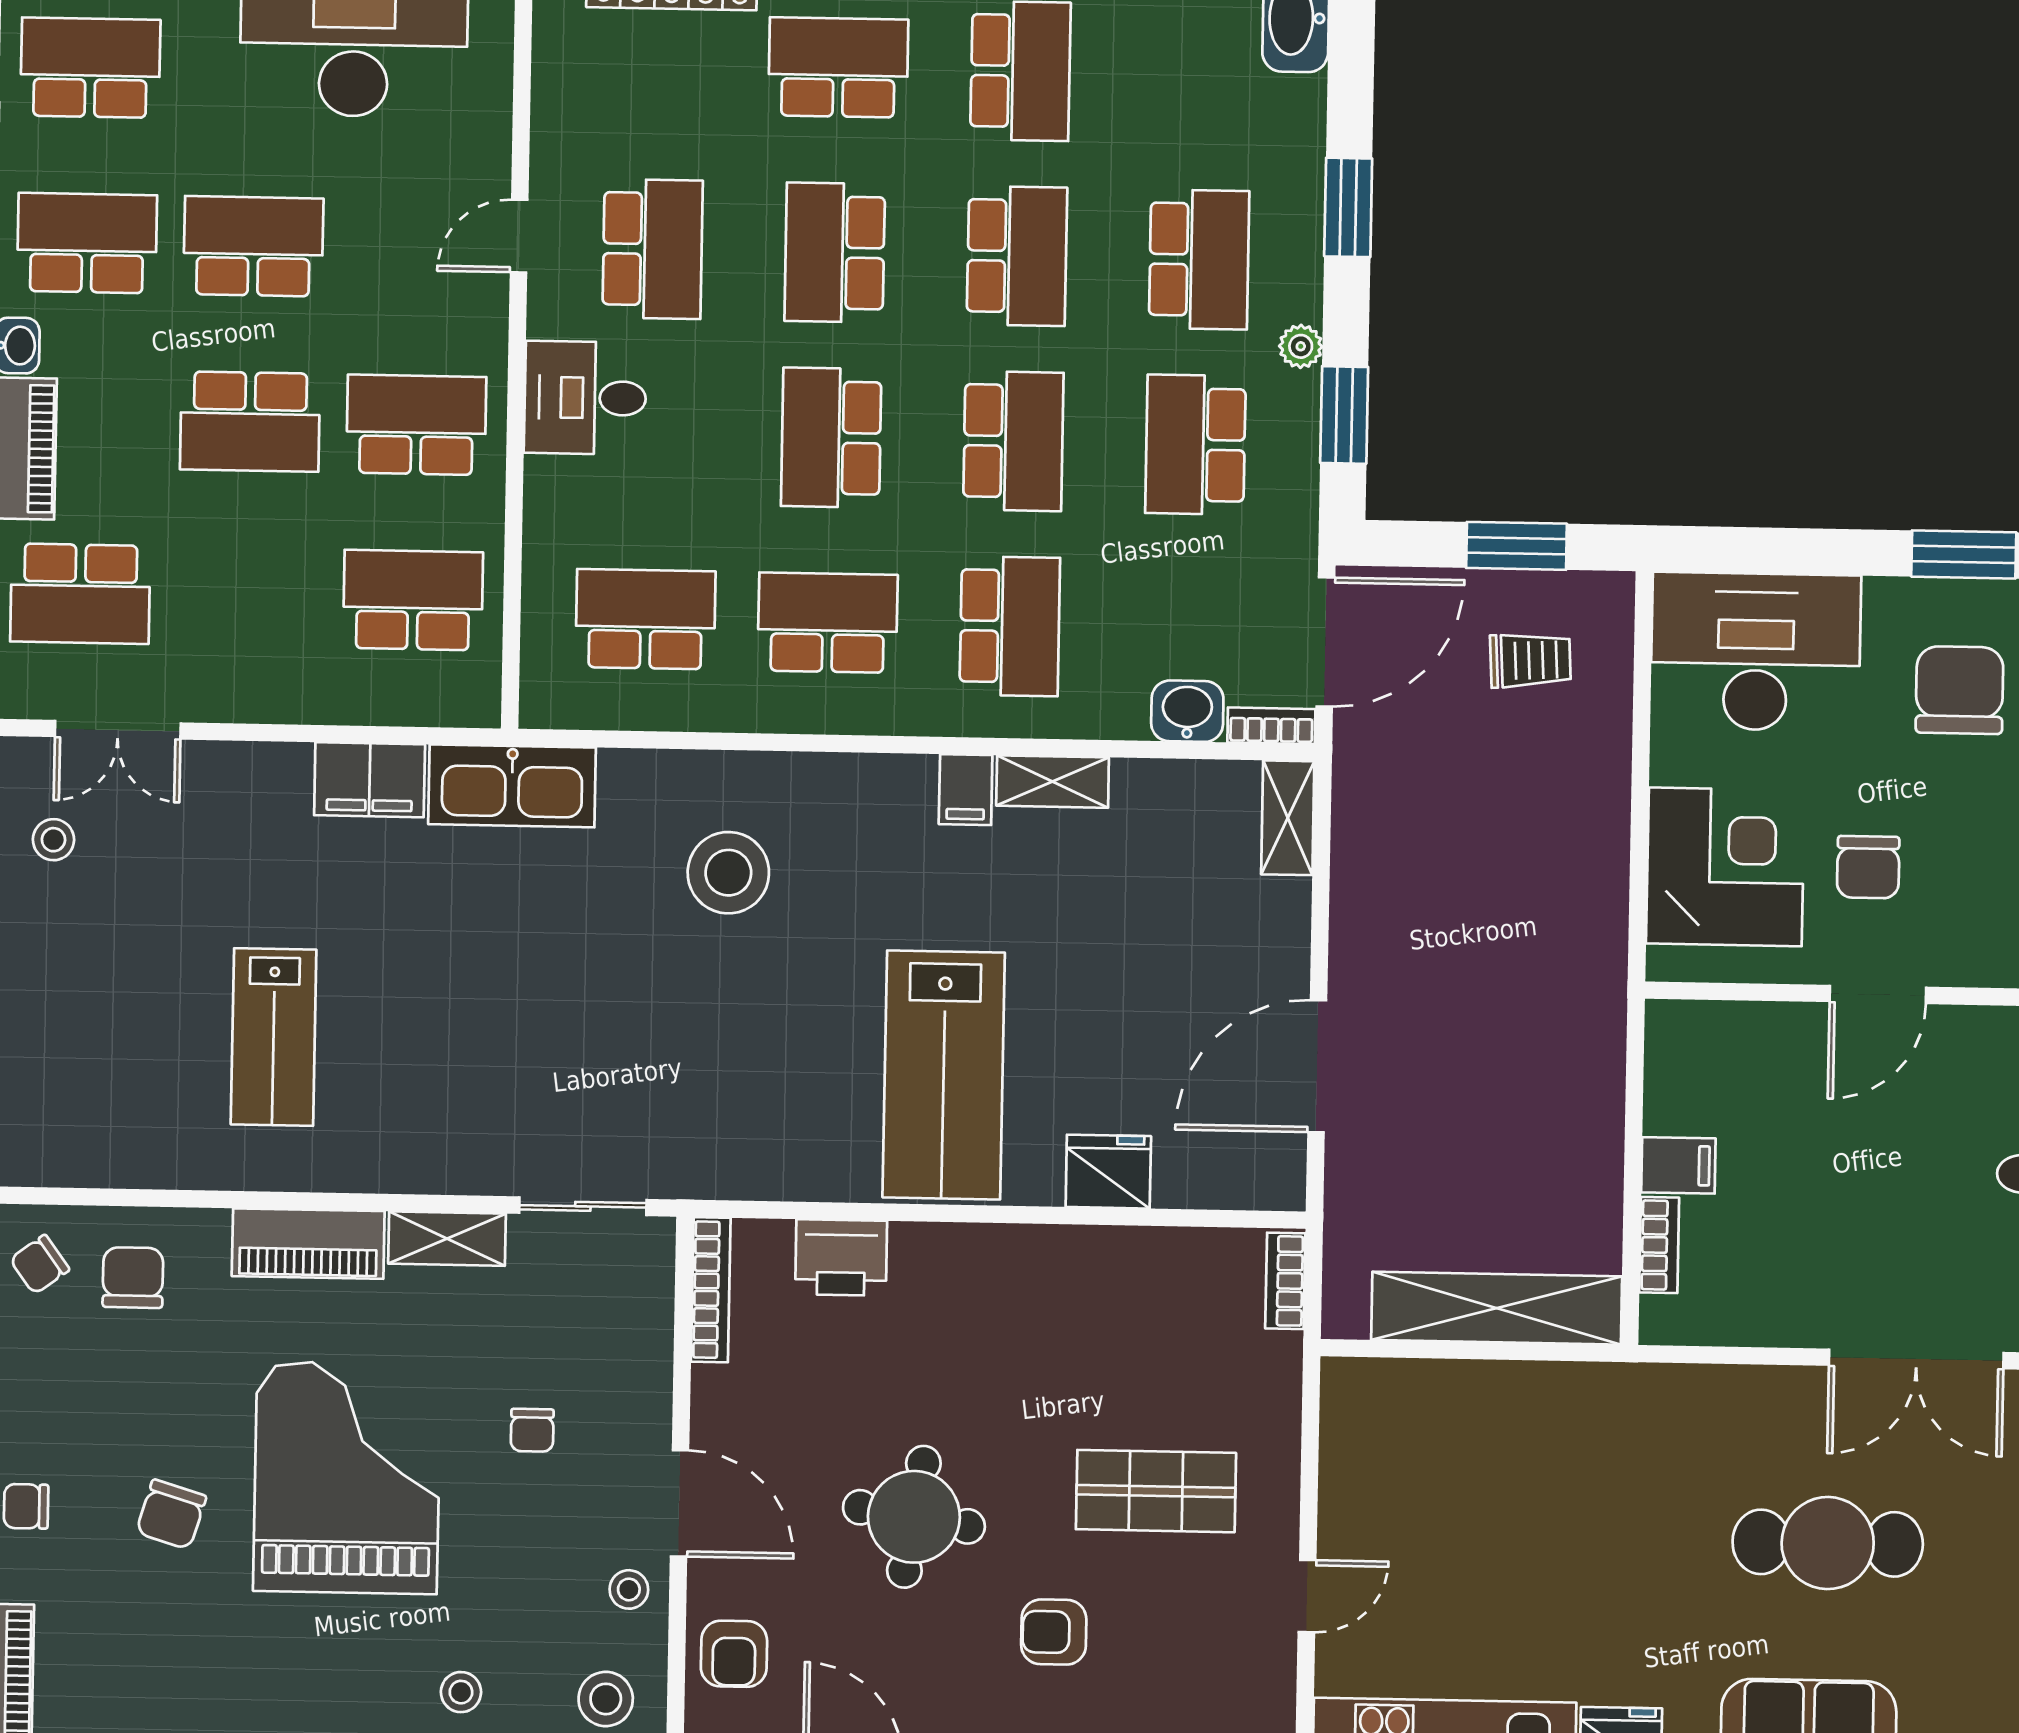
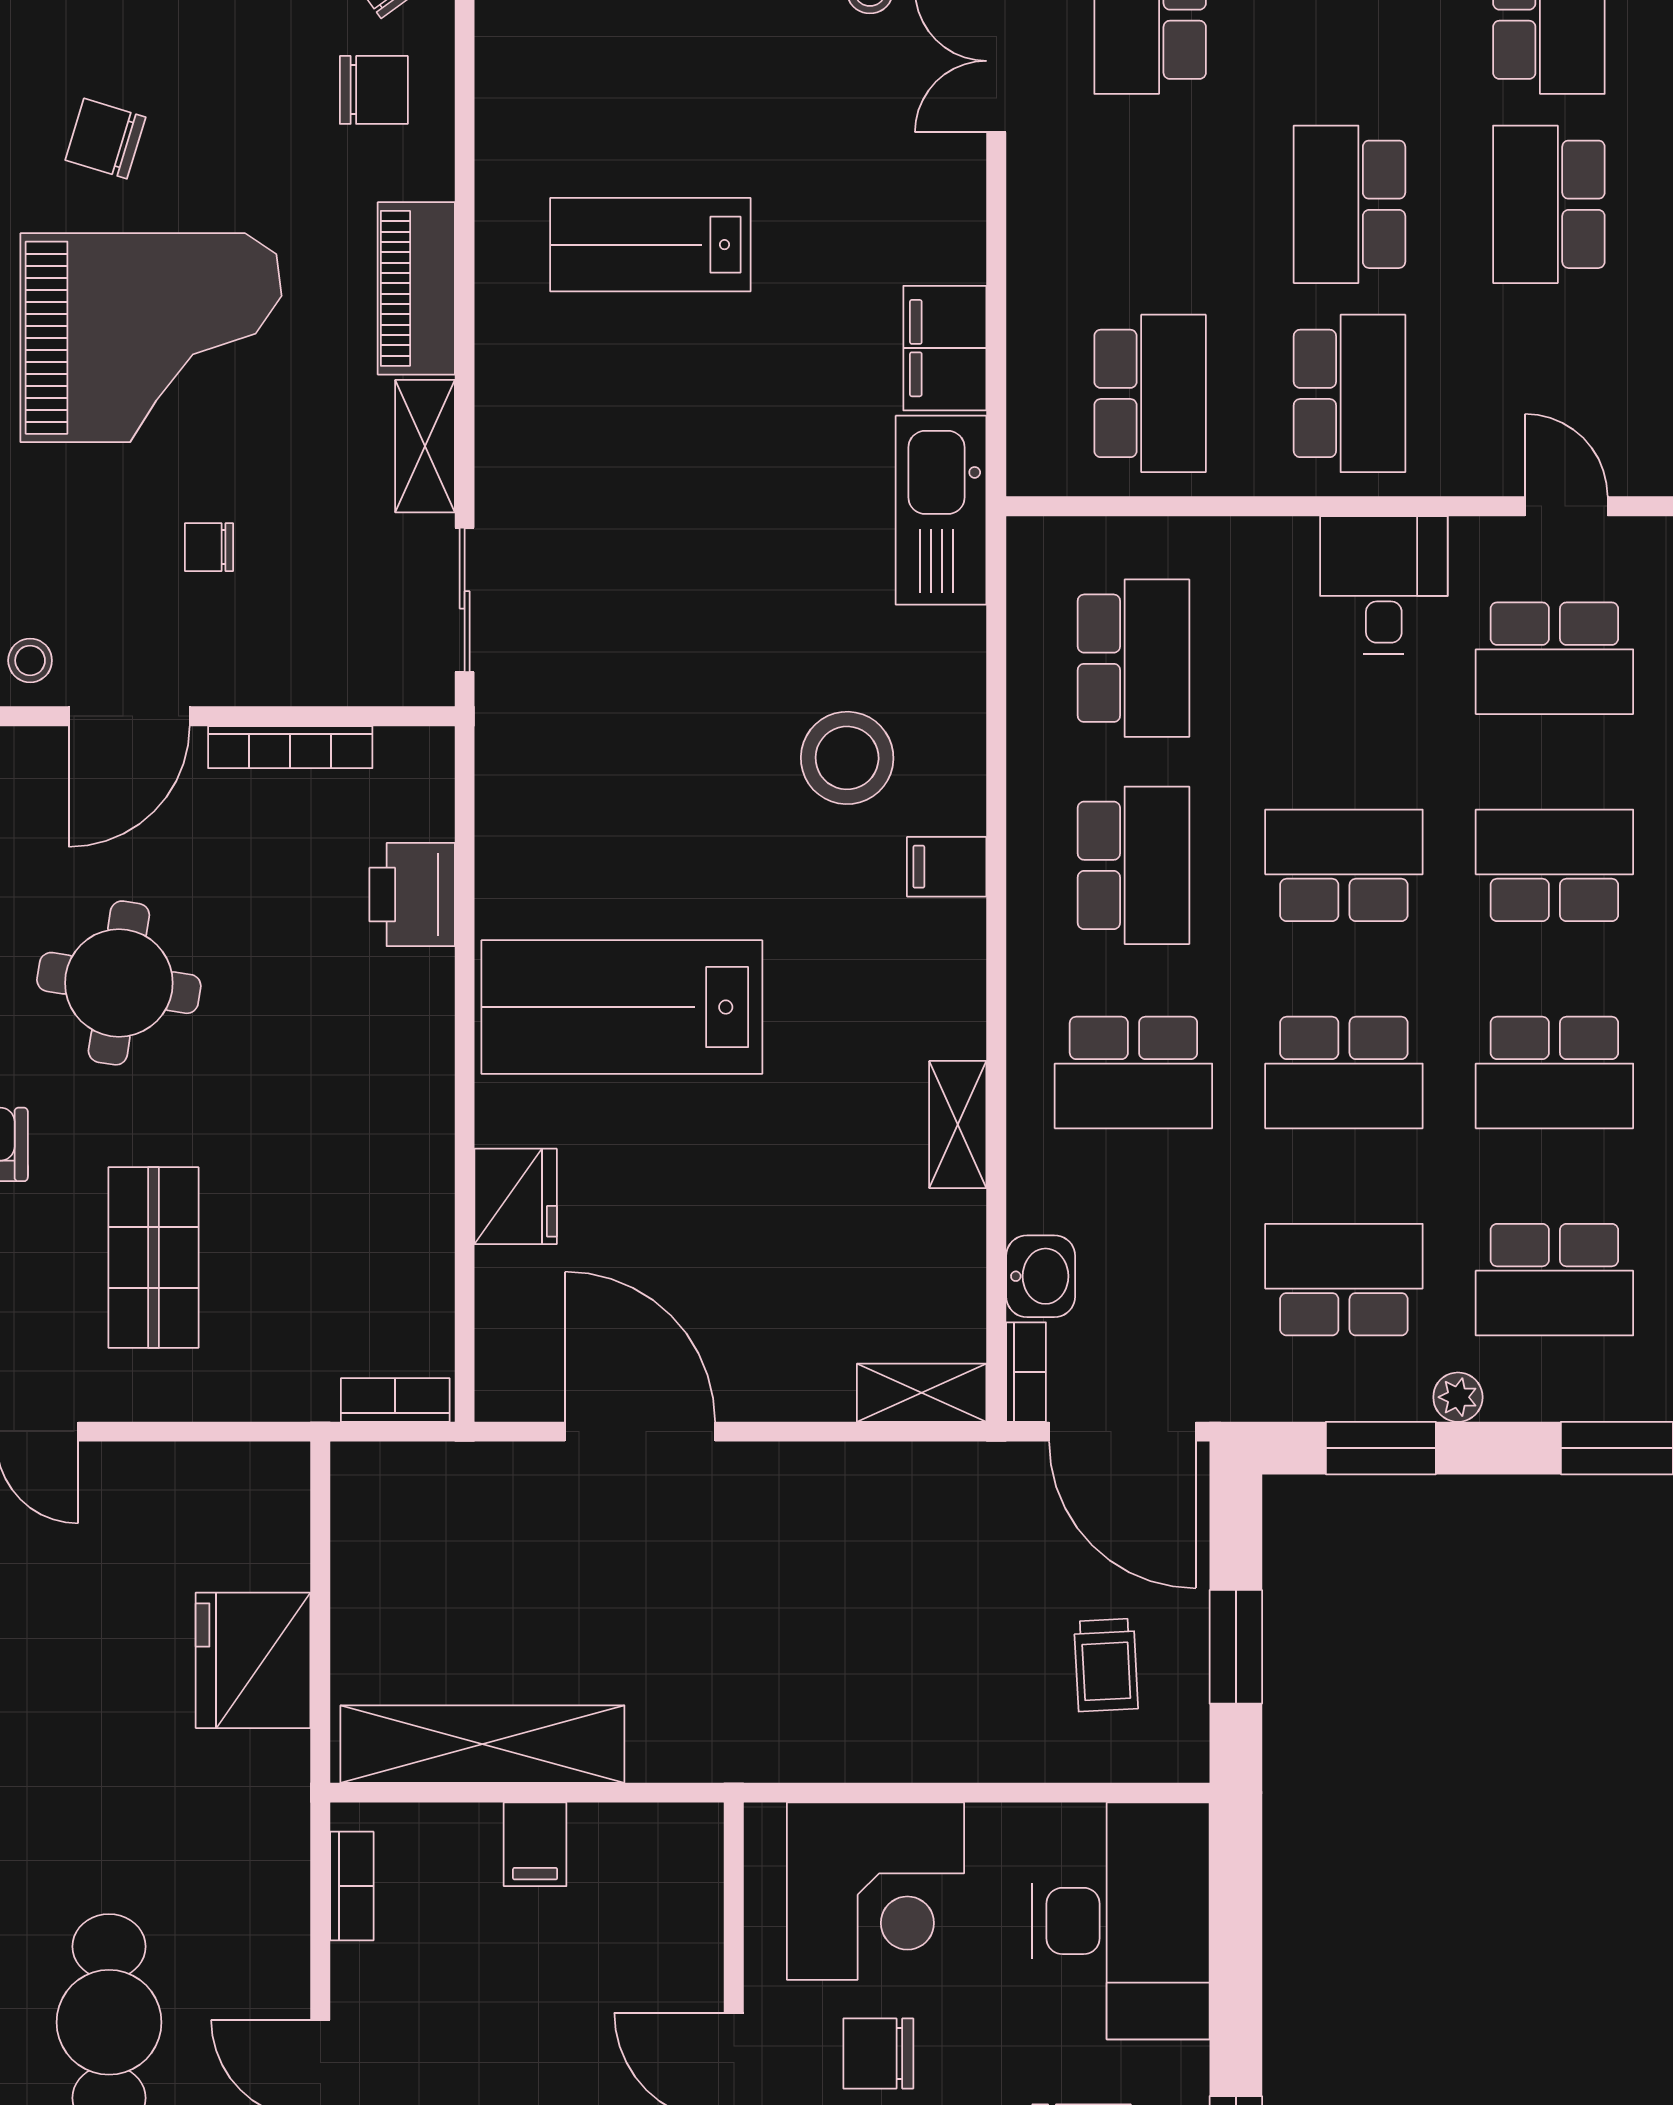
school desk: (253, 246) -> (1549, 204), turned 180
filing cabinet: (966, 790) -> (947, 867), moved
bookcase: (1659, 1245) -> (352, 1886), moved, turned -90
bookcase: (711, 1290) -> (290, 747), moved
shelving: (1497, 1308) -> (482, 1744), moved, turned 90
fridge: (1512, 1410) -> (253, 1660), added

